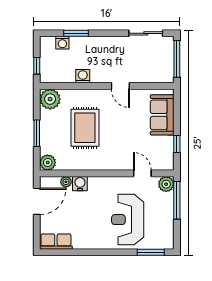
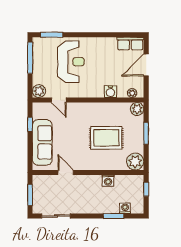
window: (177, 59) -> (30, 195), width x0.69
door: (120, 86) -> (66, 173), moved
sofa: (162, 115) -> (42, 142), width x1.36
rug: (85, 128) -> (106, 138), turned 90
plant: (66, 182) -> (132, 93), moved
window: (177, 200) -> (30, 58), moved
door: (37, 201) -> (146, 65), moved

